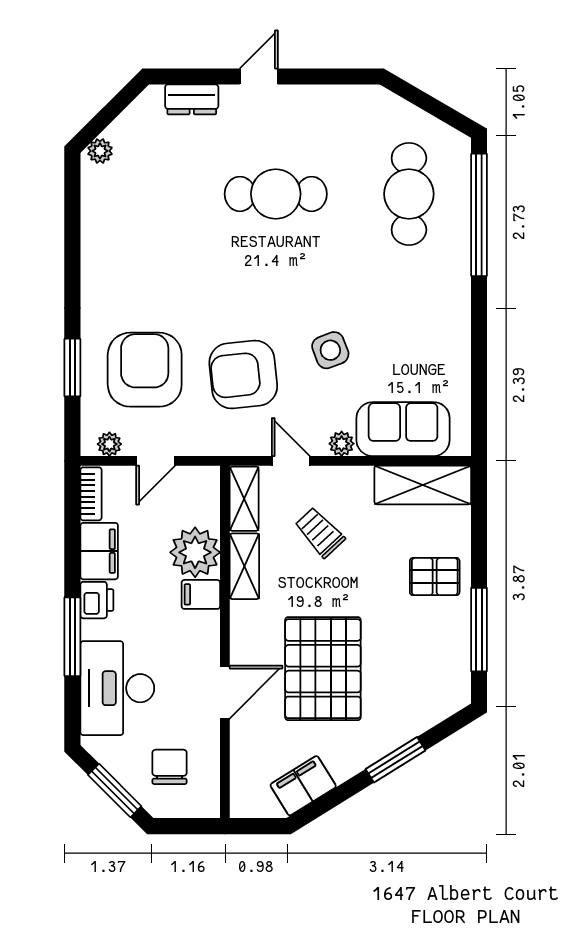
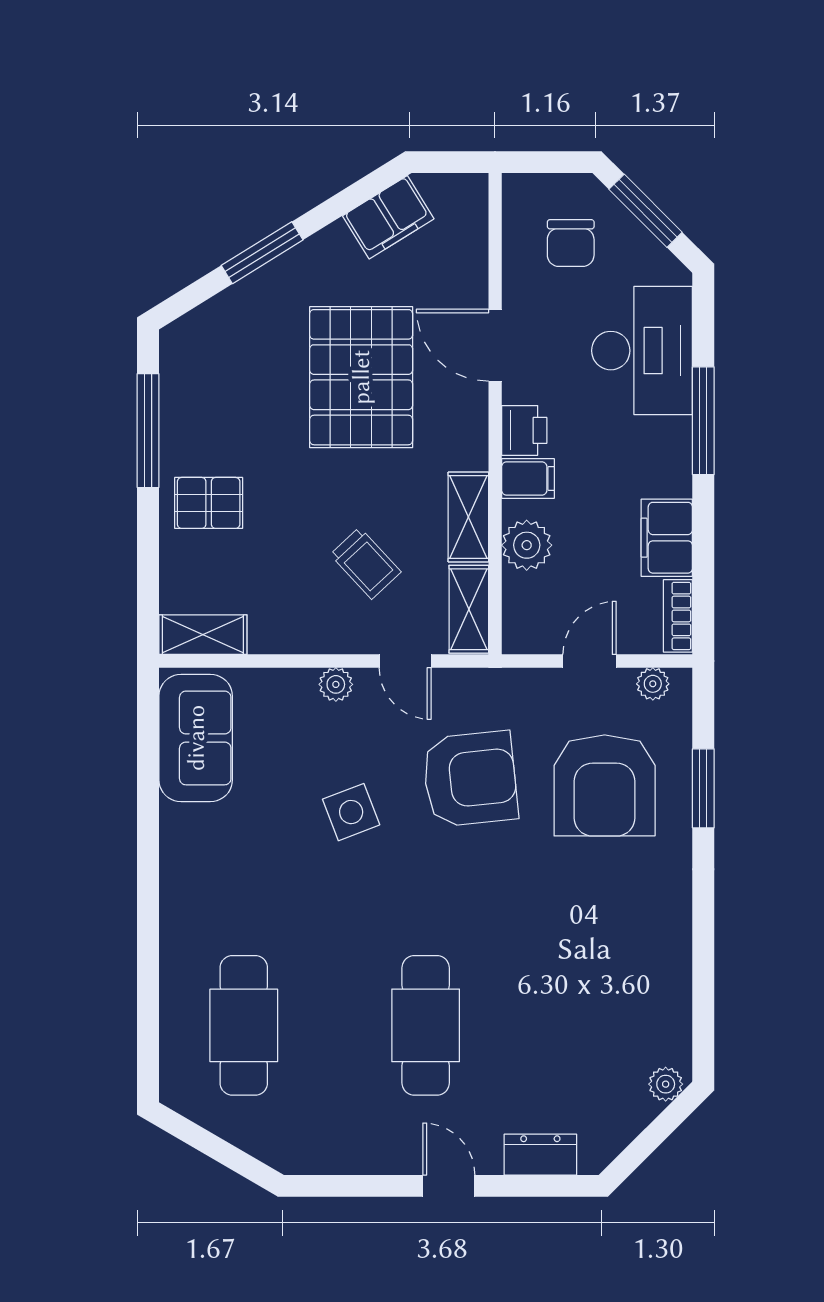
door: (259, 76) -> (449, 1186), swing flipped
cafe table: (276, 194) -> (426, 1025), turned 90
window: (479, 215) -> (148, 997), removed
sofa: (403, 429) -> (196, 738), moved, turned -90
shelving: (423, 485) -> (203, 635), width x0.67, depth x0.75
plant: (195, 552) -> (527, 545), width x0.73, depth x0.73
printer: (97, 600) -> (524, 430), moved, turned 180
door: (225, 692) -> (495, 345), hinge flipped

